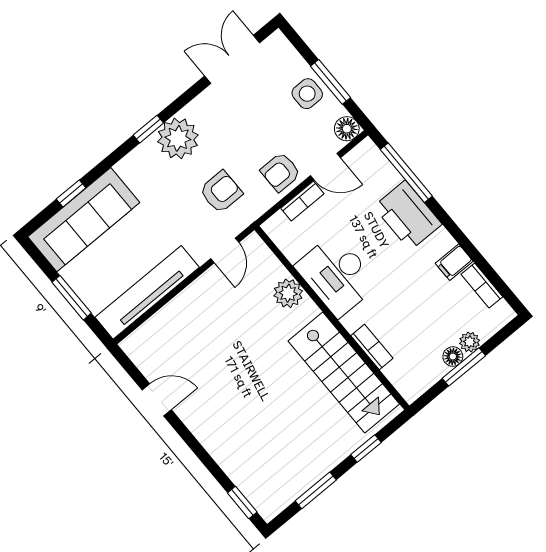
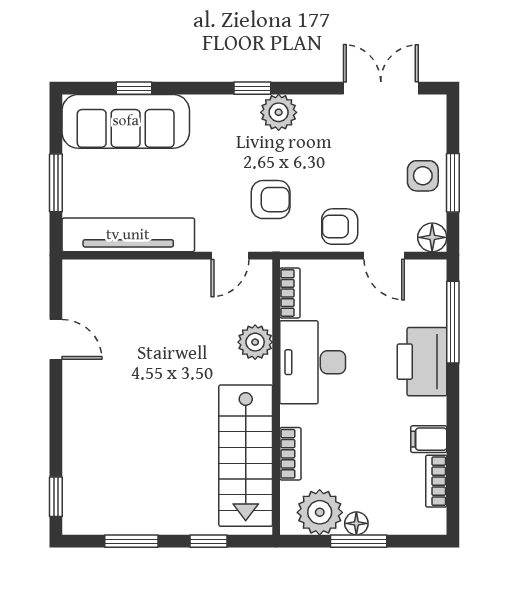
plant: (178, 138) -> (279, 112), width x0.73, depth x0.73
bookcase: (302, 201) -> (290, 293), moved, turned -90
plant: (470, 342) -> (320, 512), moved, width x1.88, depth x1.88

